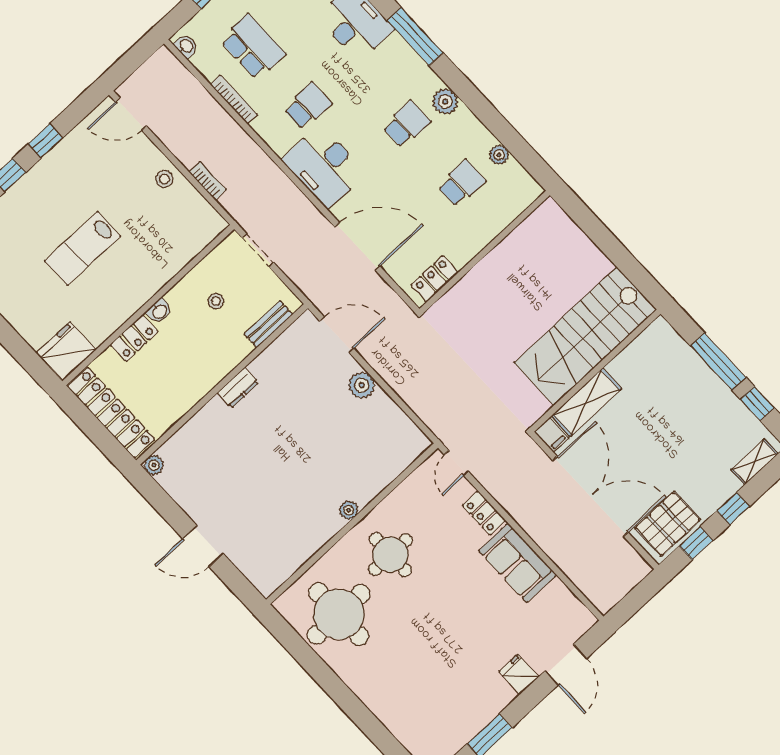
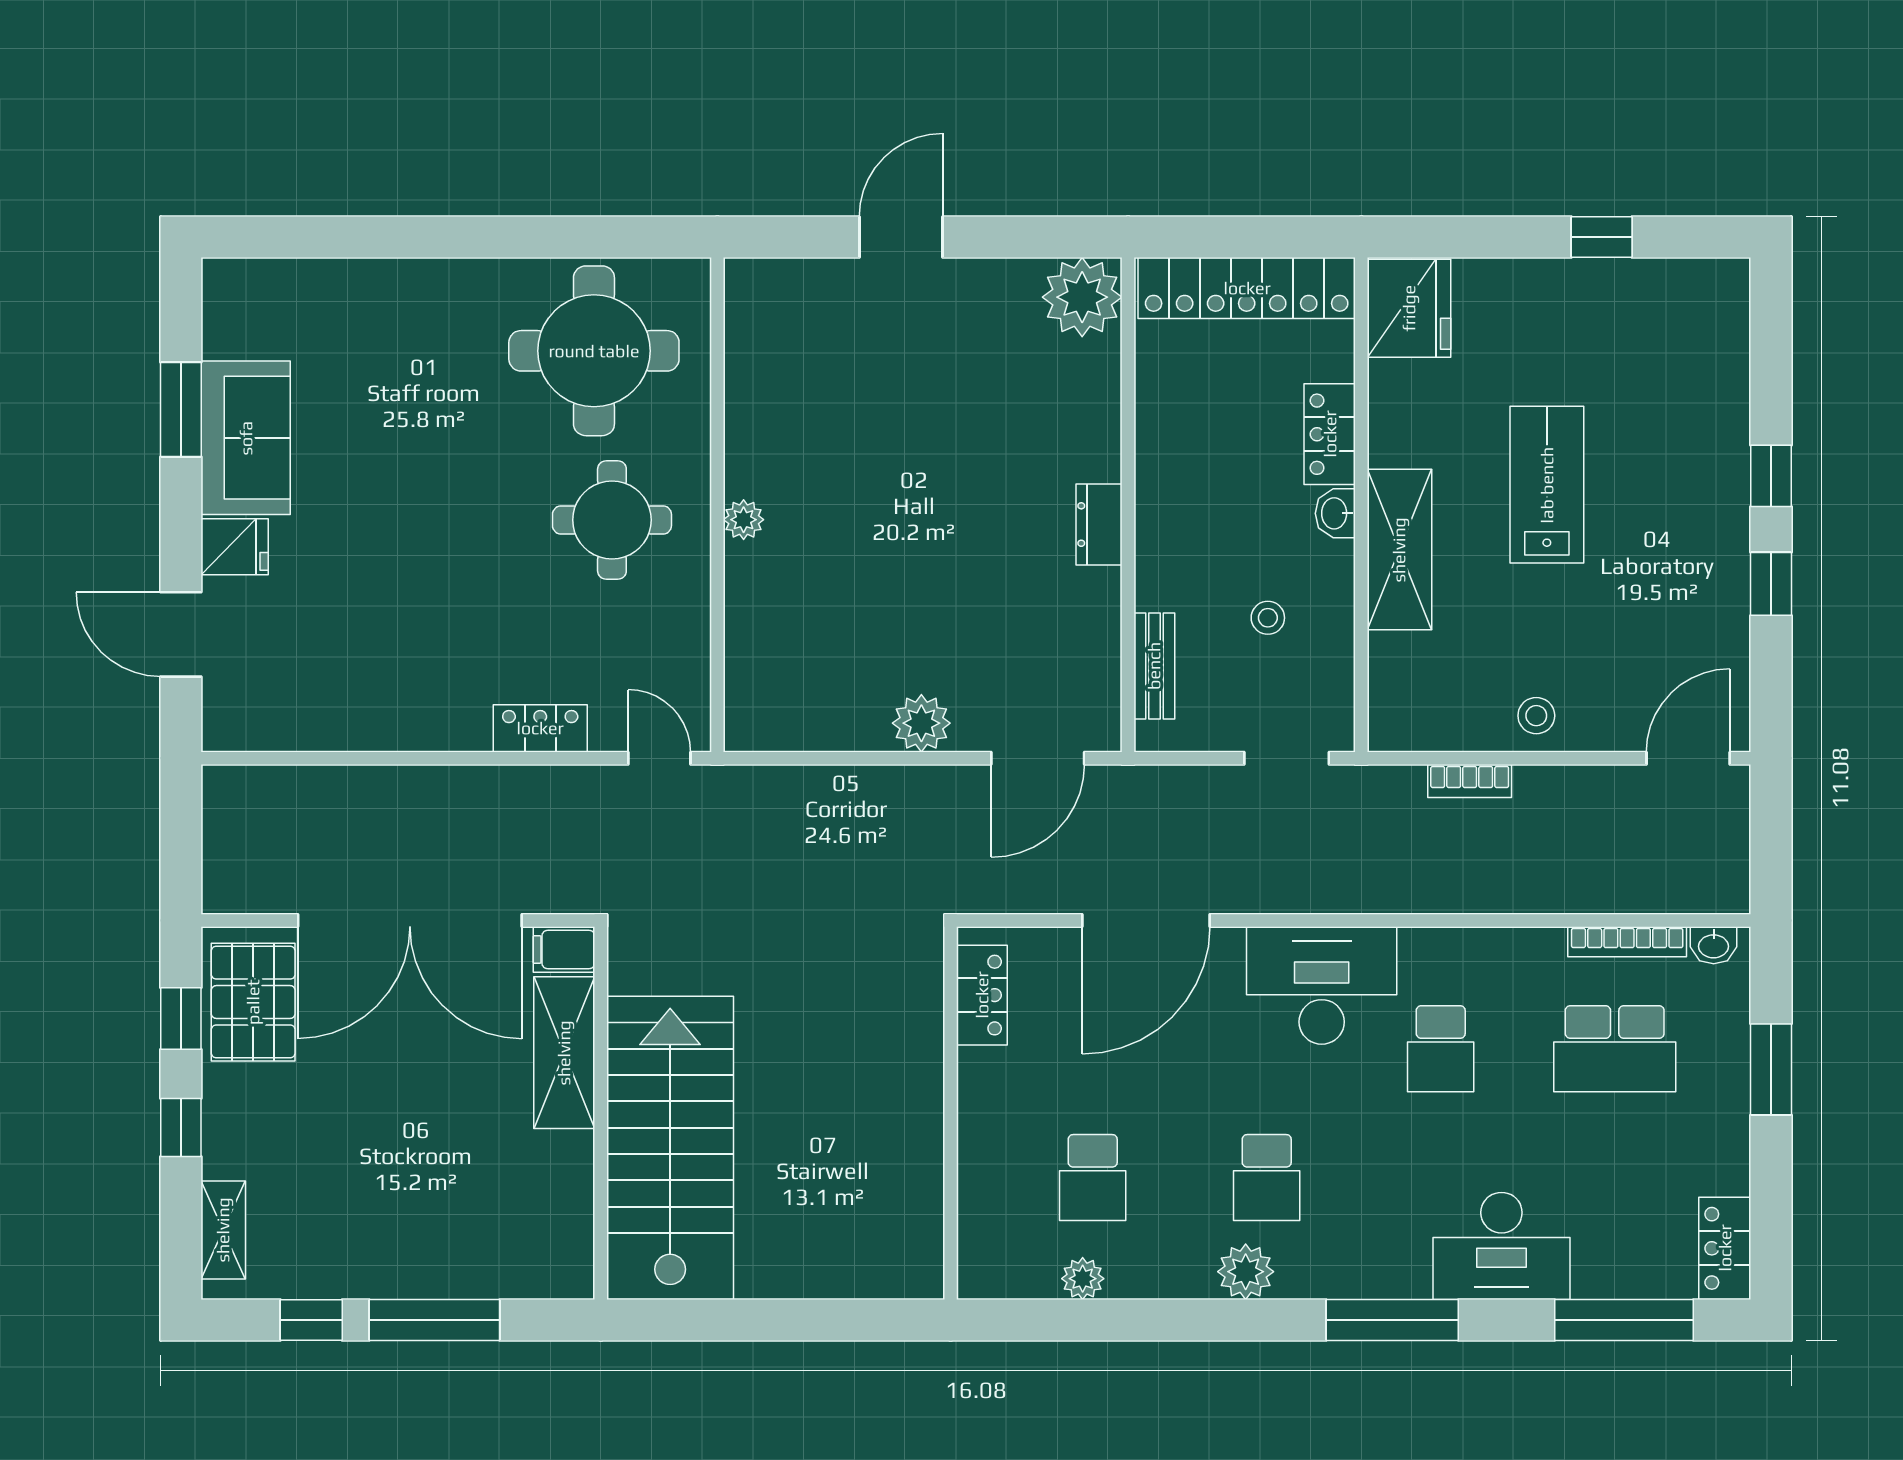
bookcase: (234, 100) -> (1627, 942), moved
shelving: (151, 278) -> (1399, 550), added
plant: (154, 465) -> (1082, 297), width x1.88, depth x1.88
sofa: (517, 563) -> (246, 438), moved, turned 90

